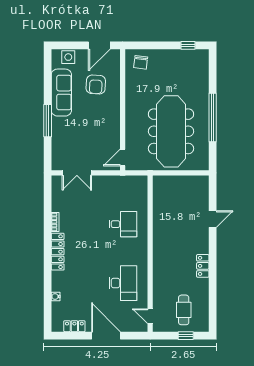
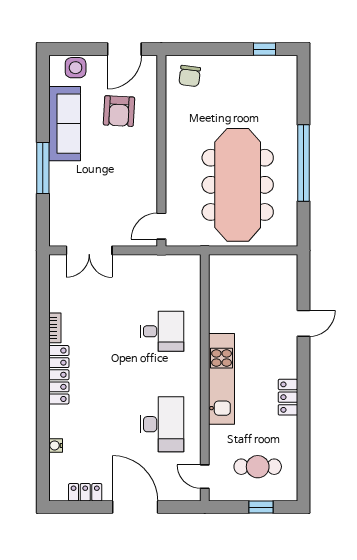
kitchen unit: (161, 254) -> (222, 379), added
cafe table: (184, 310) -> (258, 467), turned 90

